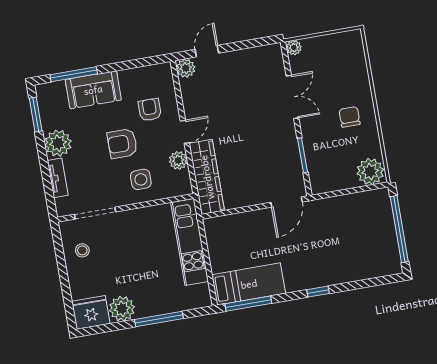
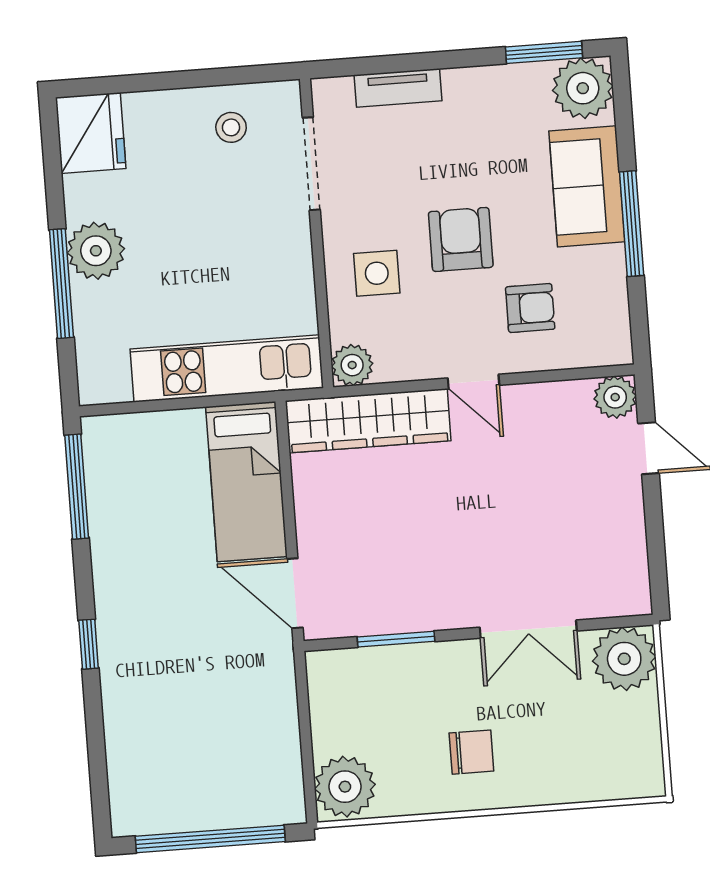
plant: (294, 48) -> (624, 659), width x1.88, depth x1.88
window: (74, 74) -> (632, 224), moved
plant: (58, 143) -> (583, 88), moved
plant: (178, 160) -> (352, 365), moved
bed: (249, 284) -> (247, 482), moved
plant: (122, 309) -> (96, 251), moved

